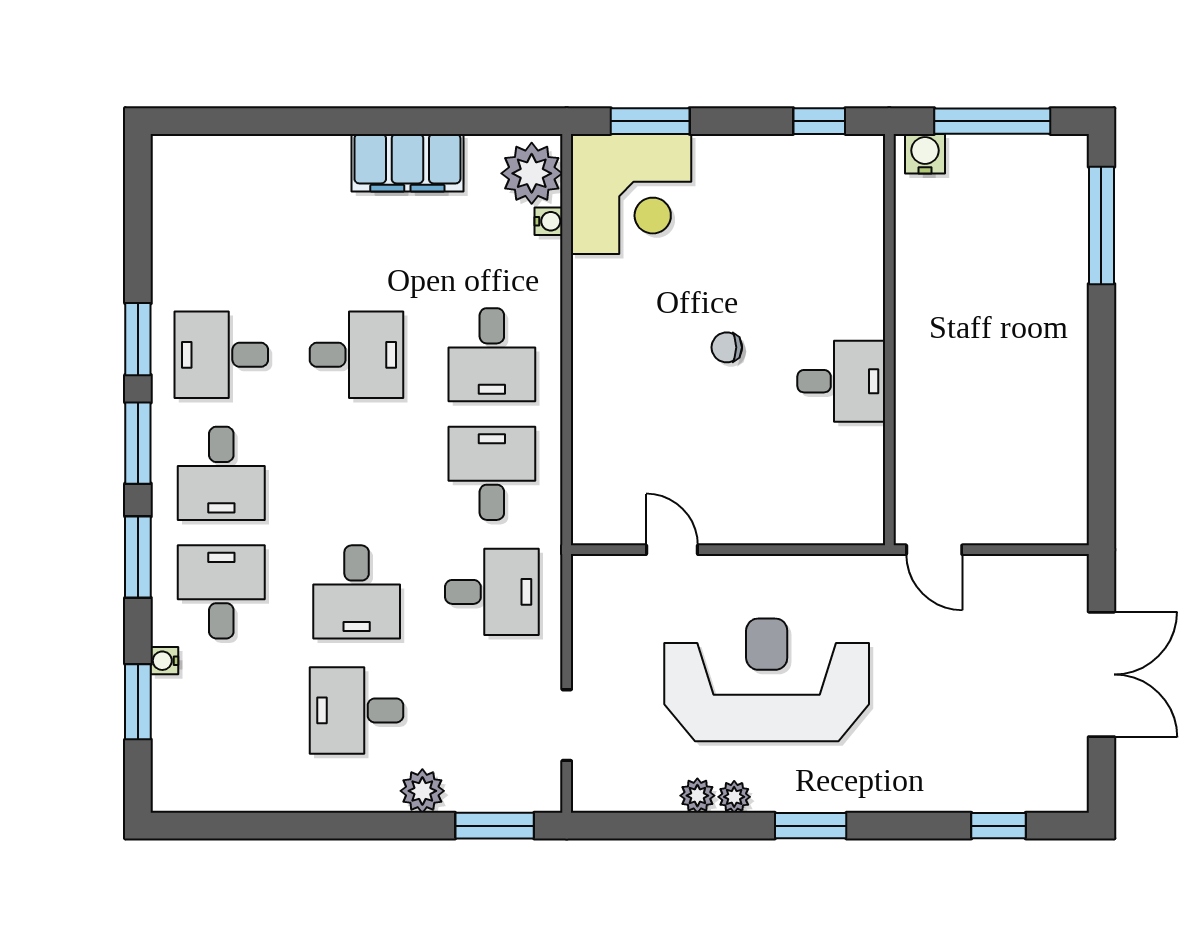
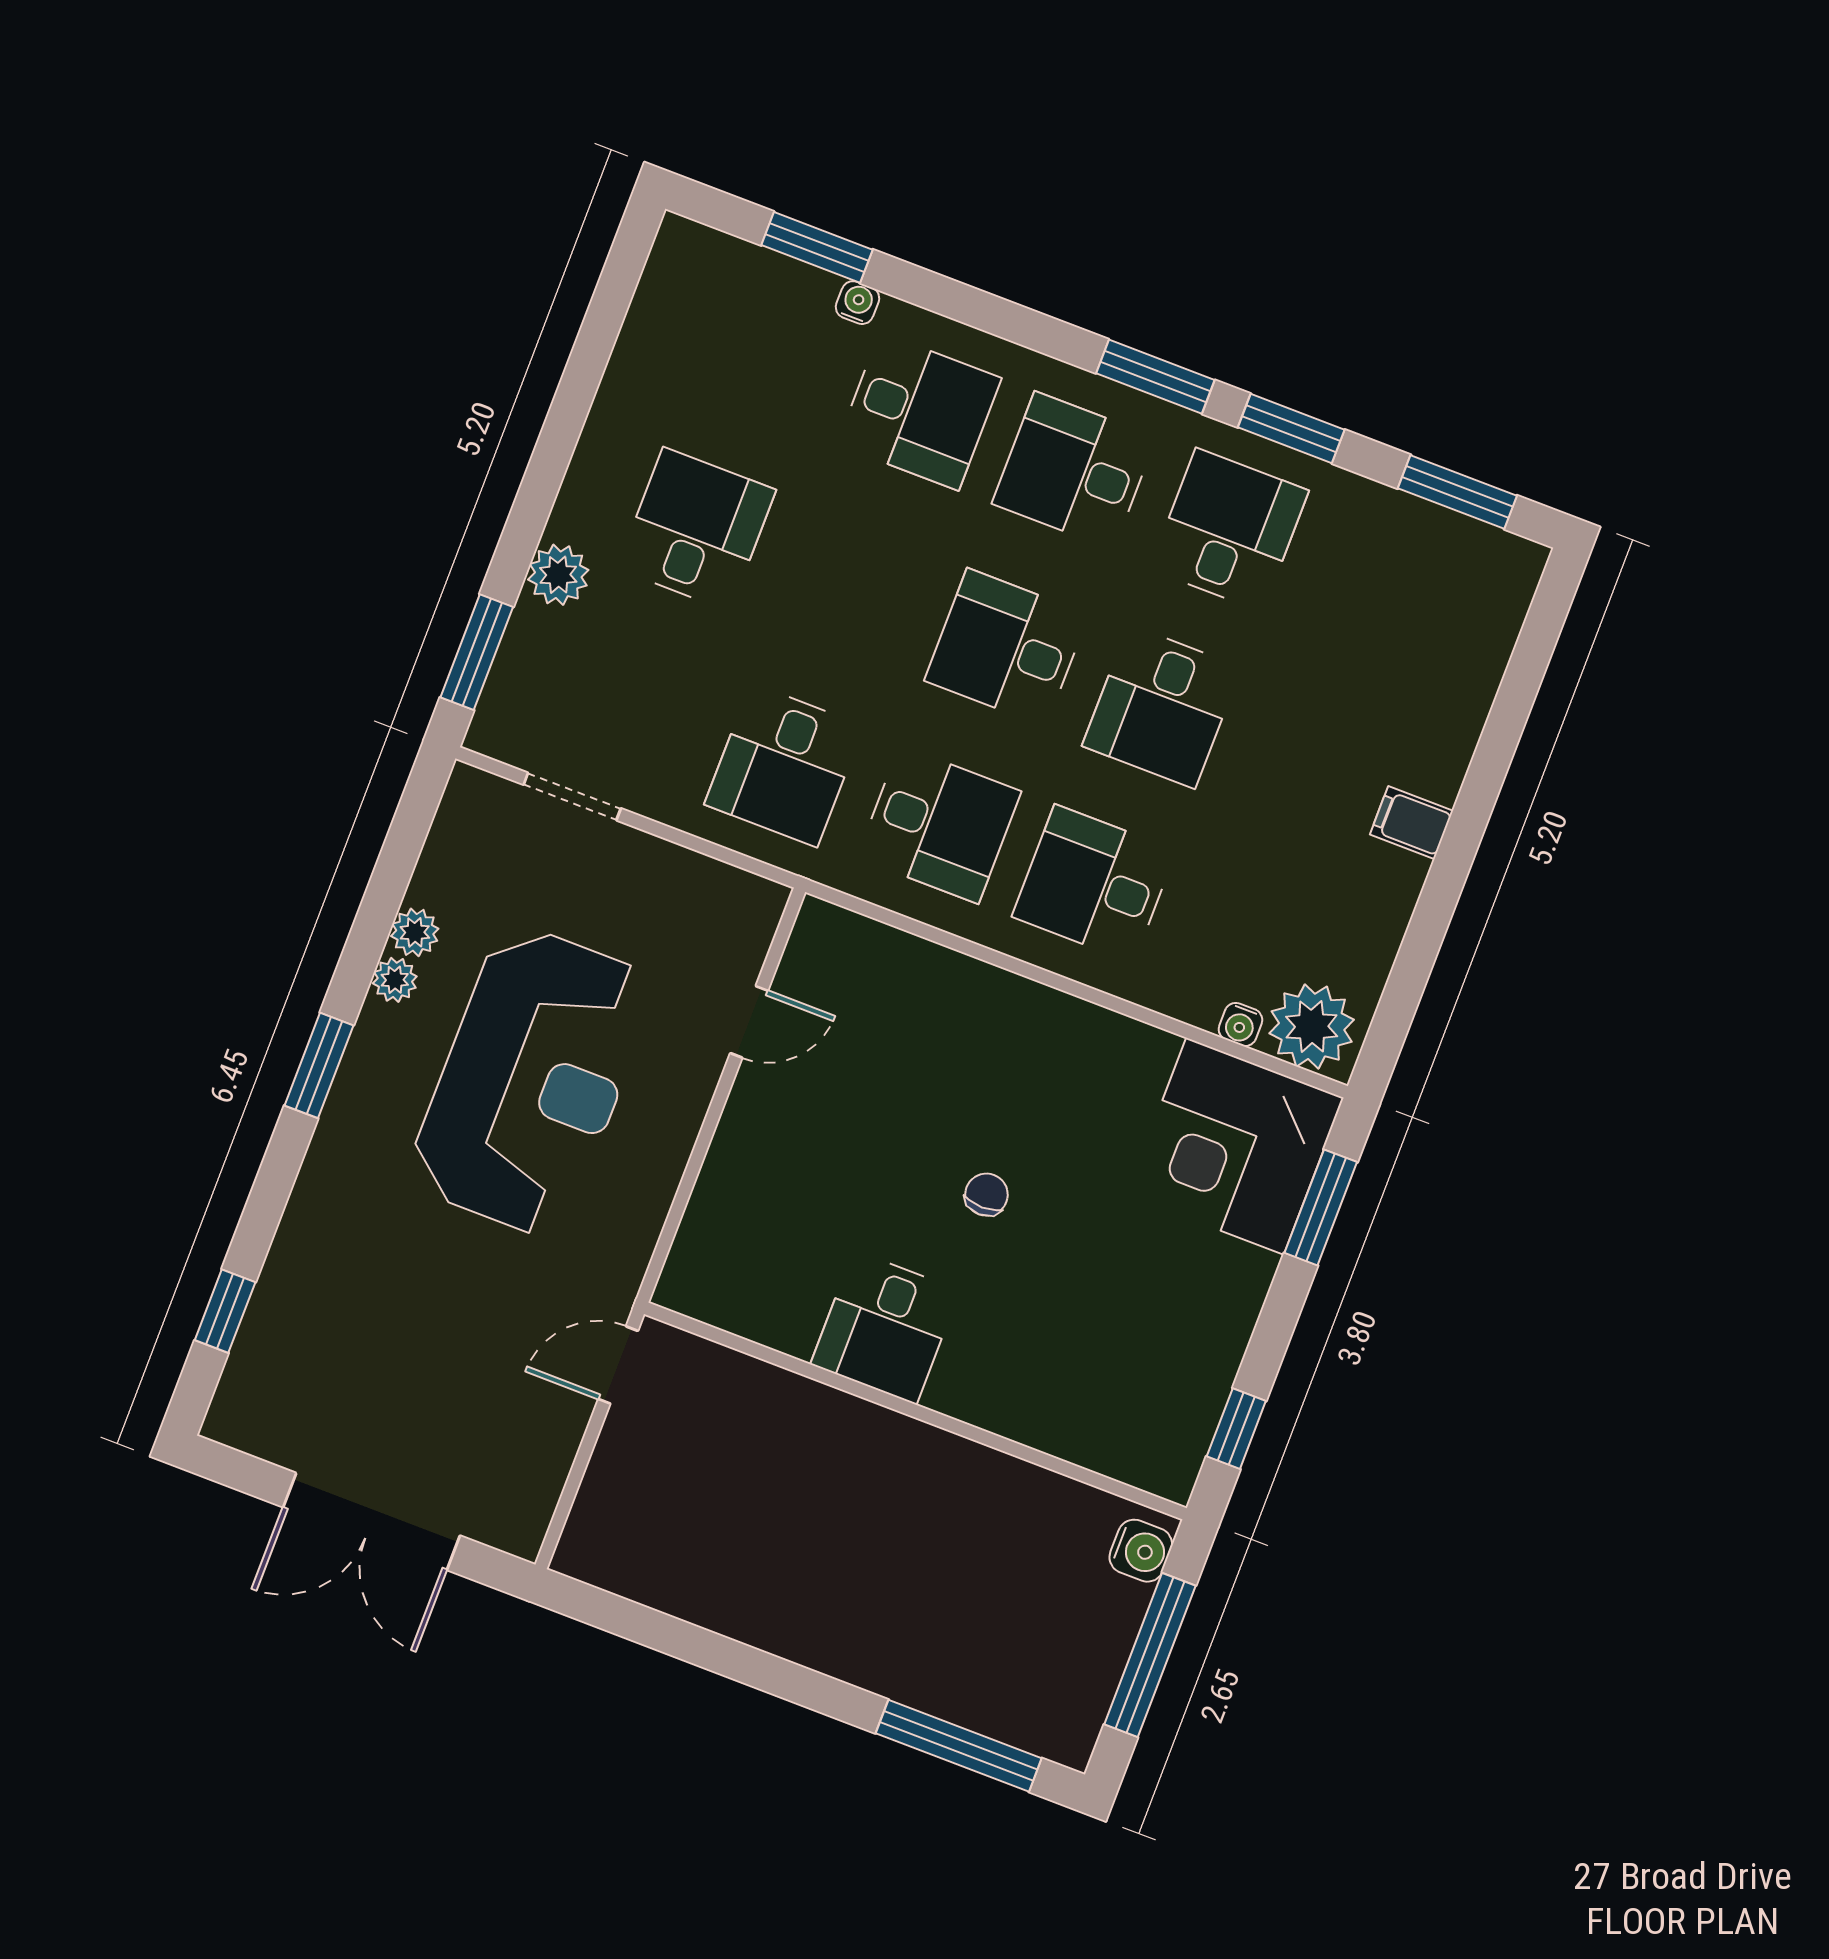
filing cabinet: (407, 163) -> (1411, 823), width x0.33, depth x0.86
window: (138, 557) -> (1457, 492), moved
desk: (357, 592) -> (1007, 647), moved

